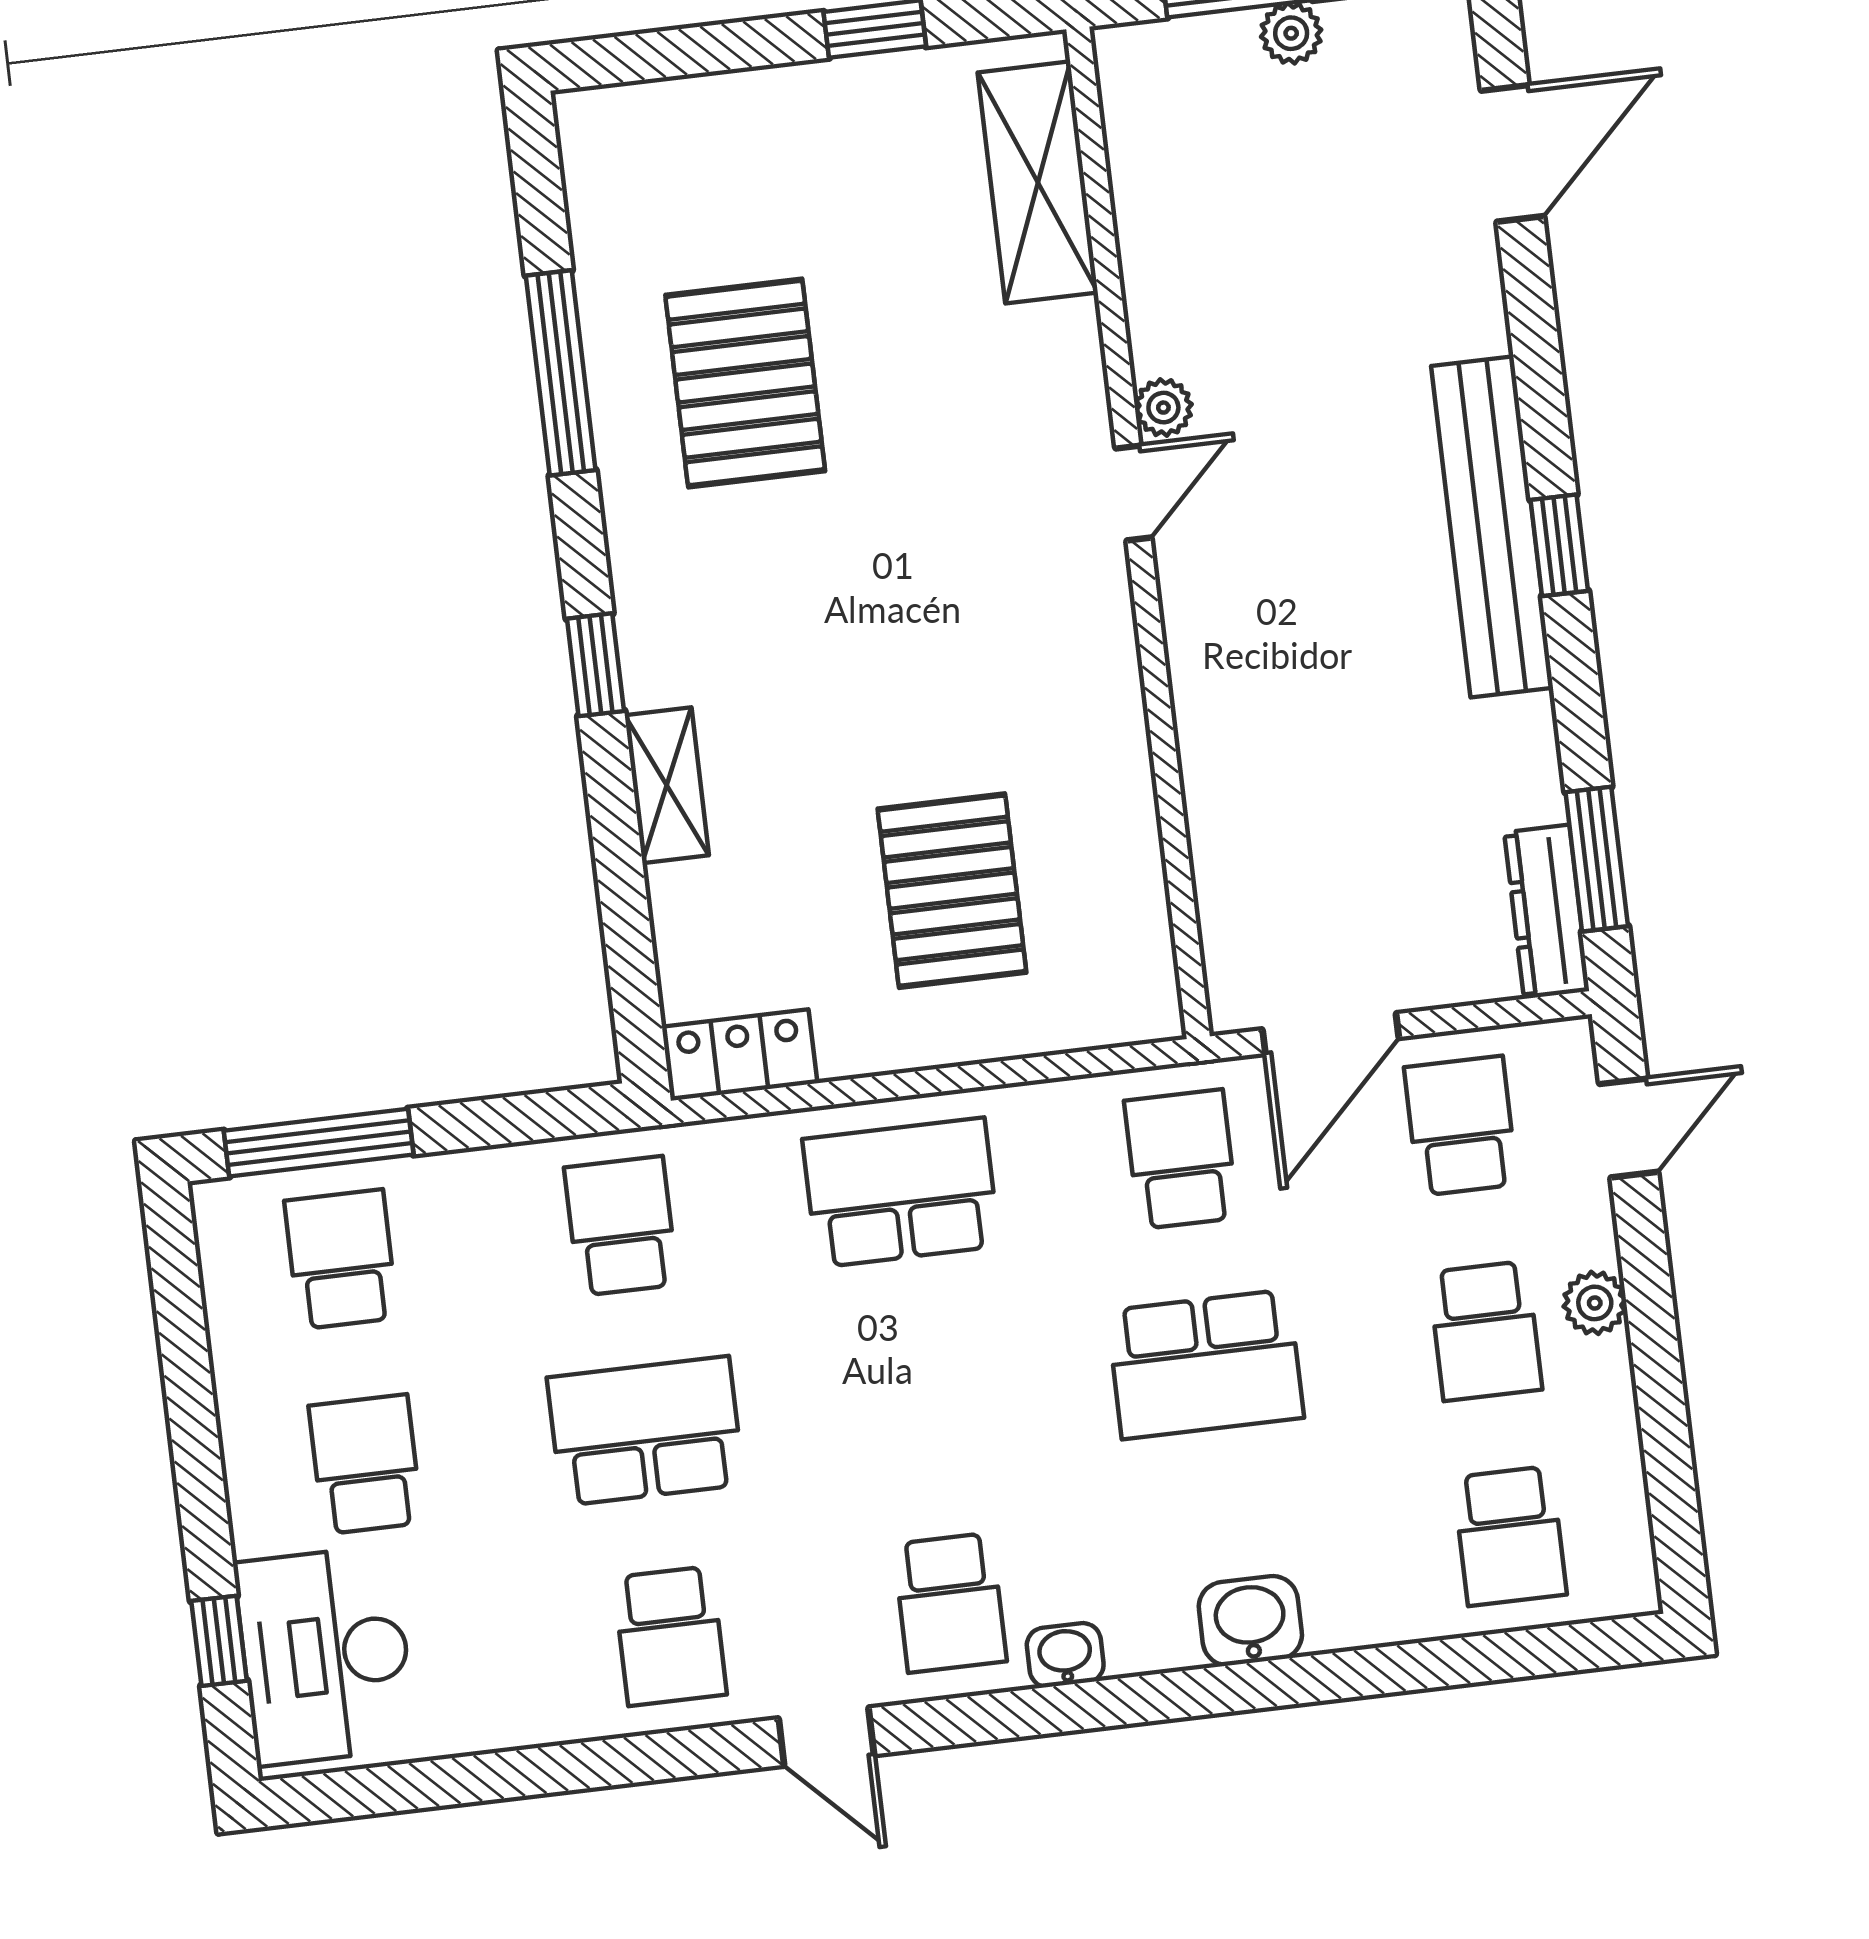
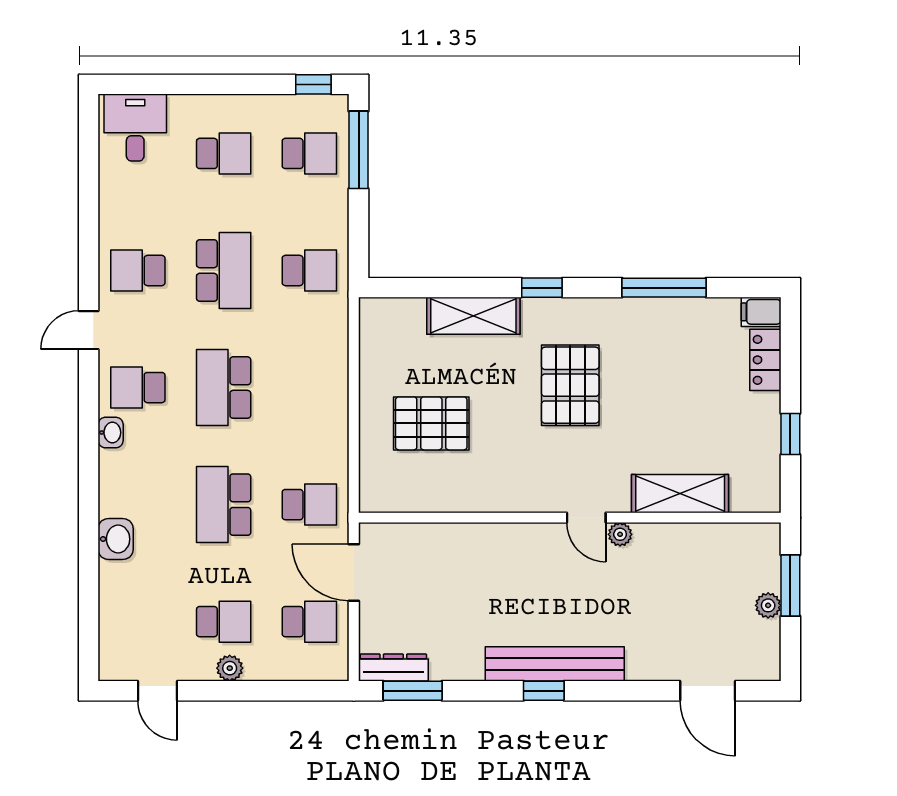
filing cabinet: (591, 134) -> (761, 312), added
shelving: (1038, 182) -> (680, 494), moved
pallet: (745, 383) -> (570, 385), moved, turned 90
shelving: (667, 785) -> (473, 316), width x1.50, depth x1.33
locker: (740, 1055) -> (765, 360), moved, turned 180
door: (1629, 1128) -> (157, 691), moved
school desk: (901, 1193) -> (224, 388), moved, turned 180
school desk: (1485, 1331) -> (224, 622), turned 180
school desk: (1510, 1536) -> (138, 622), removed
washbasin: (1250, 1621) -> (116, 539), moved
window: (219, 1641) -> (313, 84), moved
desk: (325, 1655) -> (135, 127), width x0.73

